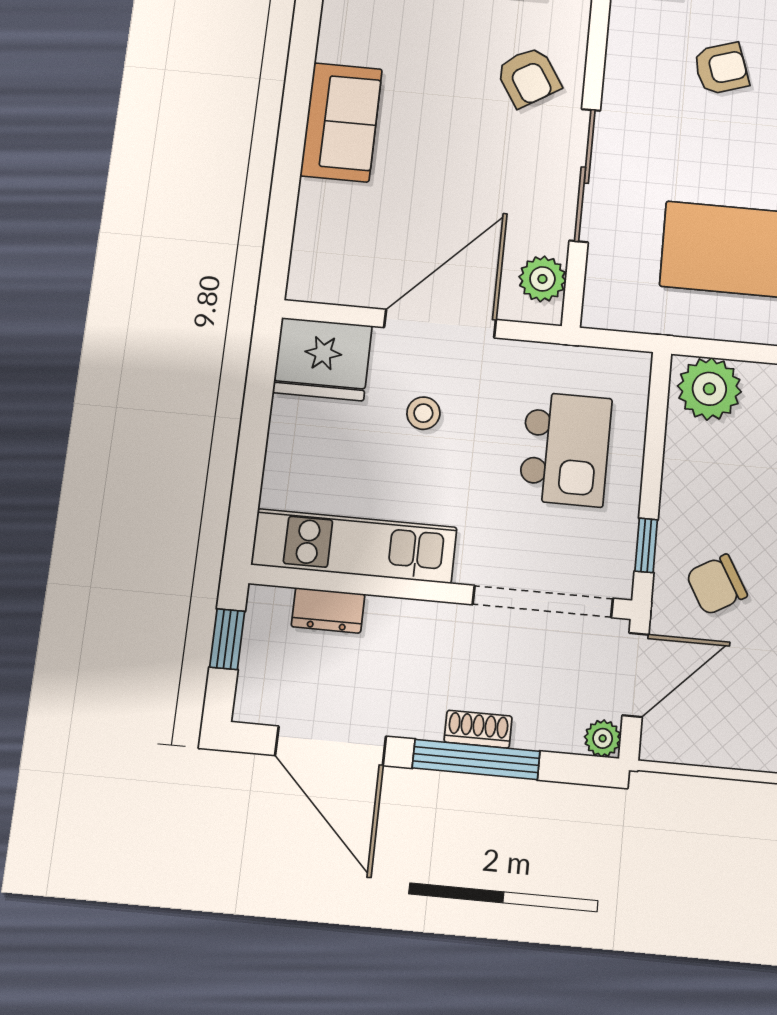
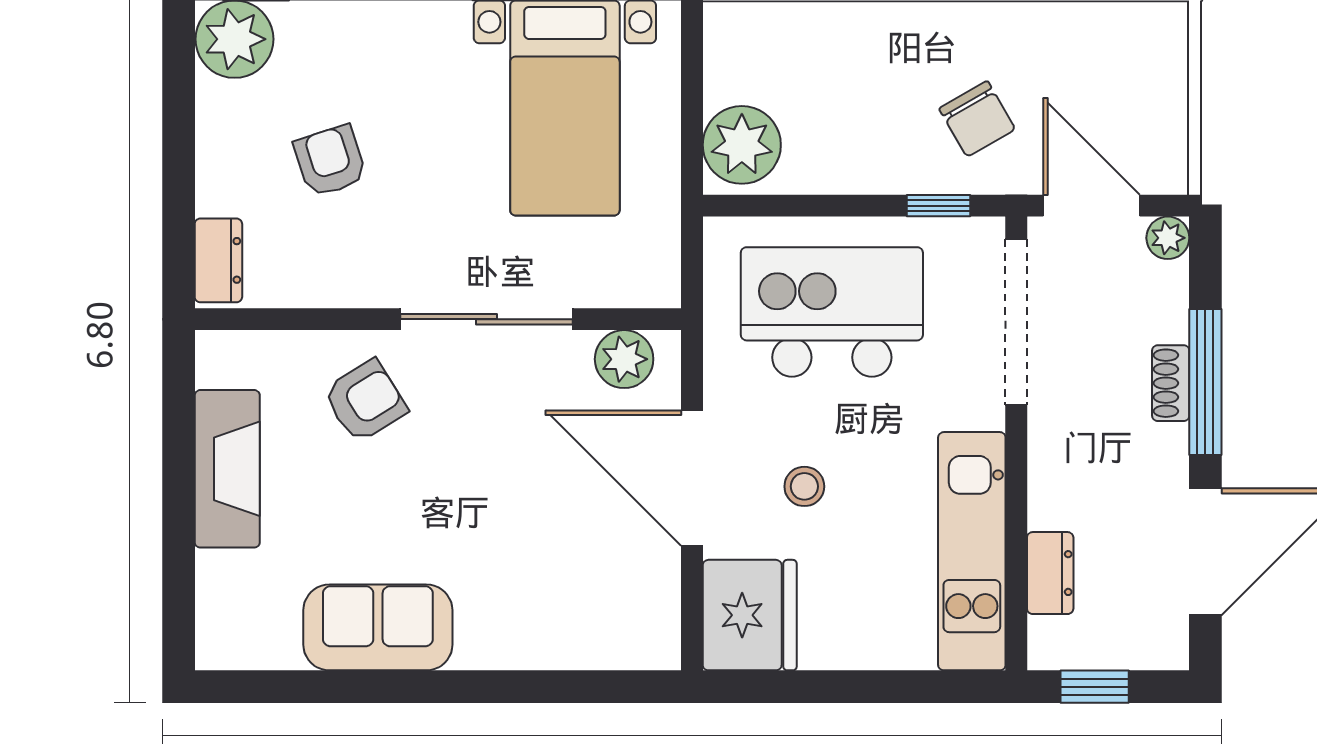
sofa: (341, 122) -> (378, 627), moved
kitchen island: (565, 449) -> (832, 312), width x1.37, depth x1.28

